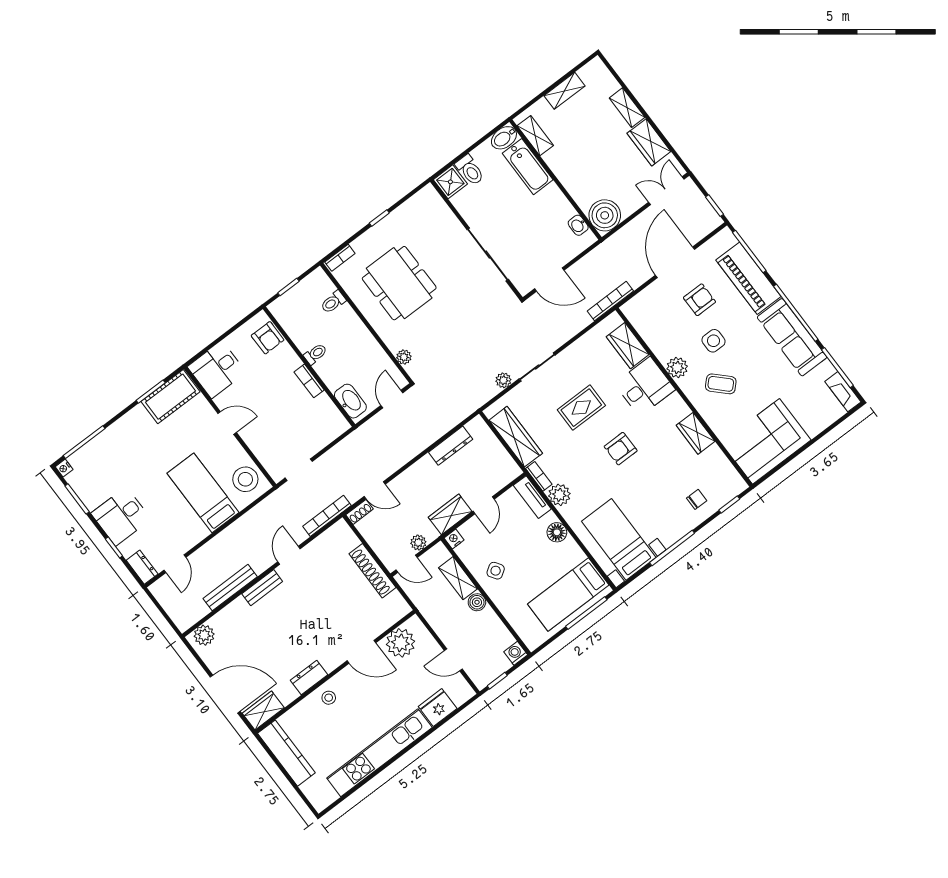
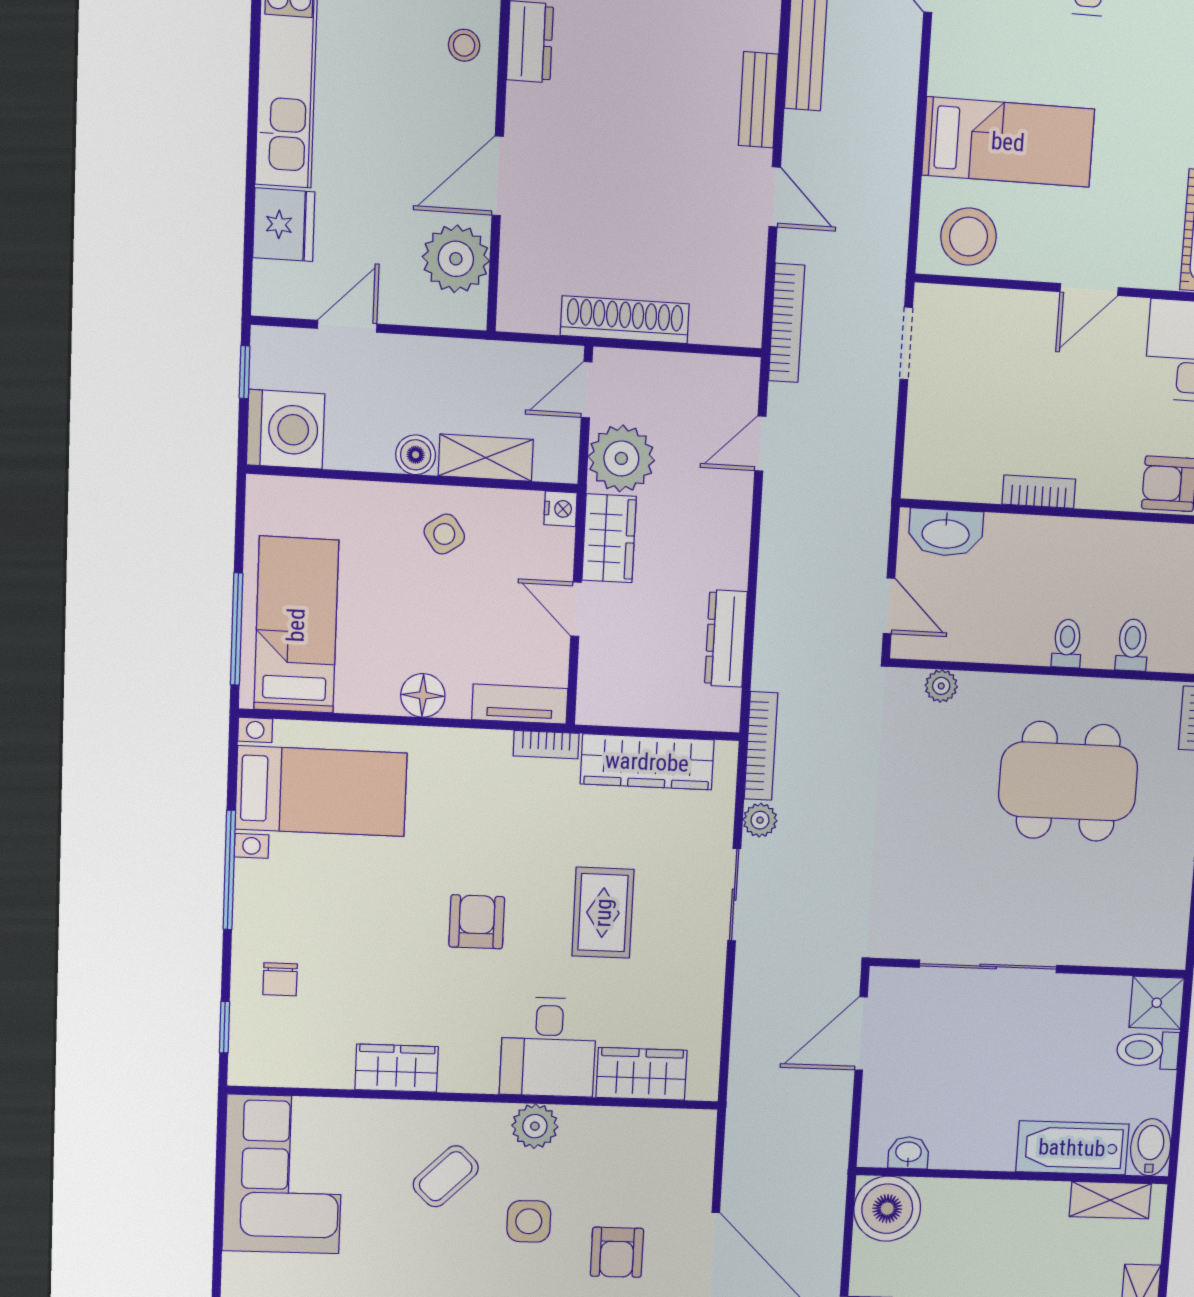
bookcase: (610, 301) -> (761, 746), moved
toilet: (315, 354) -> (1067, 643), moved, turned 180
plant: (559, 495) -> (485, 753), removed
shoe rack: (359, 512) -> (745, 385), removed
plant: (418, 543) -> (621, 458), width x1.88, depth x1.88
washing machine: (516, 653) -> (286, 429), width x1.89, depth x1.89

